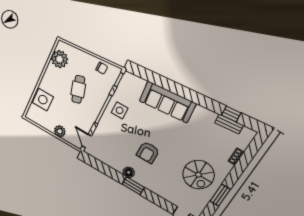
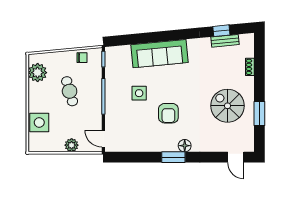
side table: (120, 110) -> (139, 93), moved
floor lamp: (129, 172) -> (185, 146), moved
spiral stairs: (198, 175) -> (227, 106), turned 180

